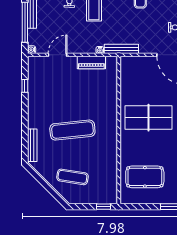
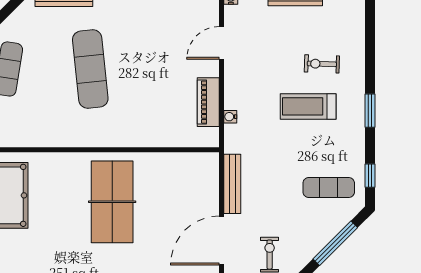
bench: (121, 49) -> (232, 184), moved
door: (58, 55) -> (222, 43), swing flipped

